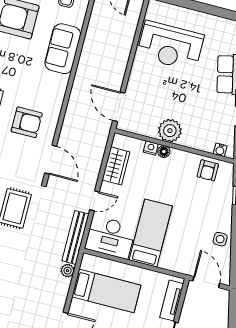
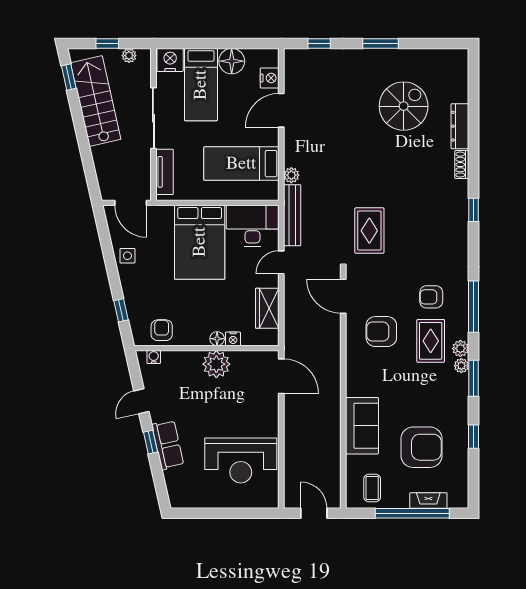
reception desk: (170, 46) -> (241, 461), turned 180
bed: (151, 233) -> (200, 242), width x1.50

